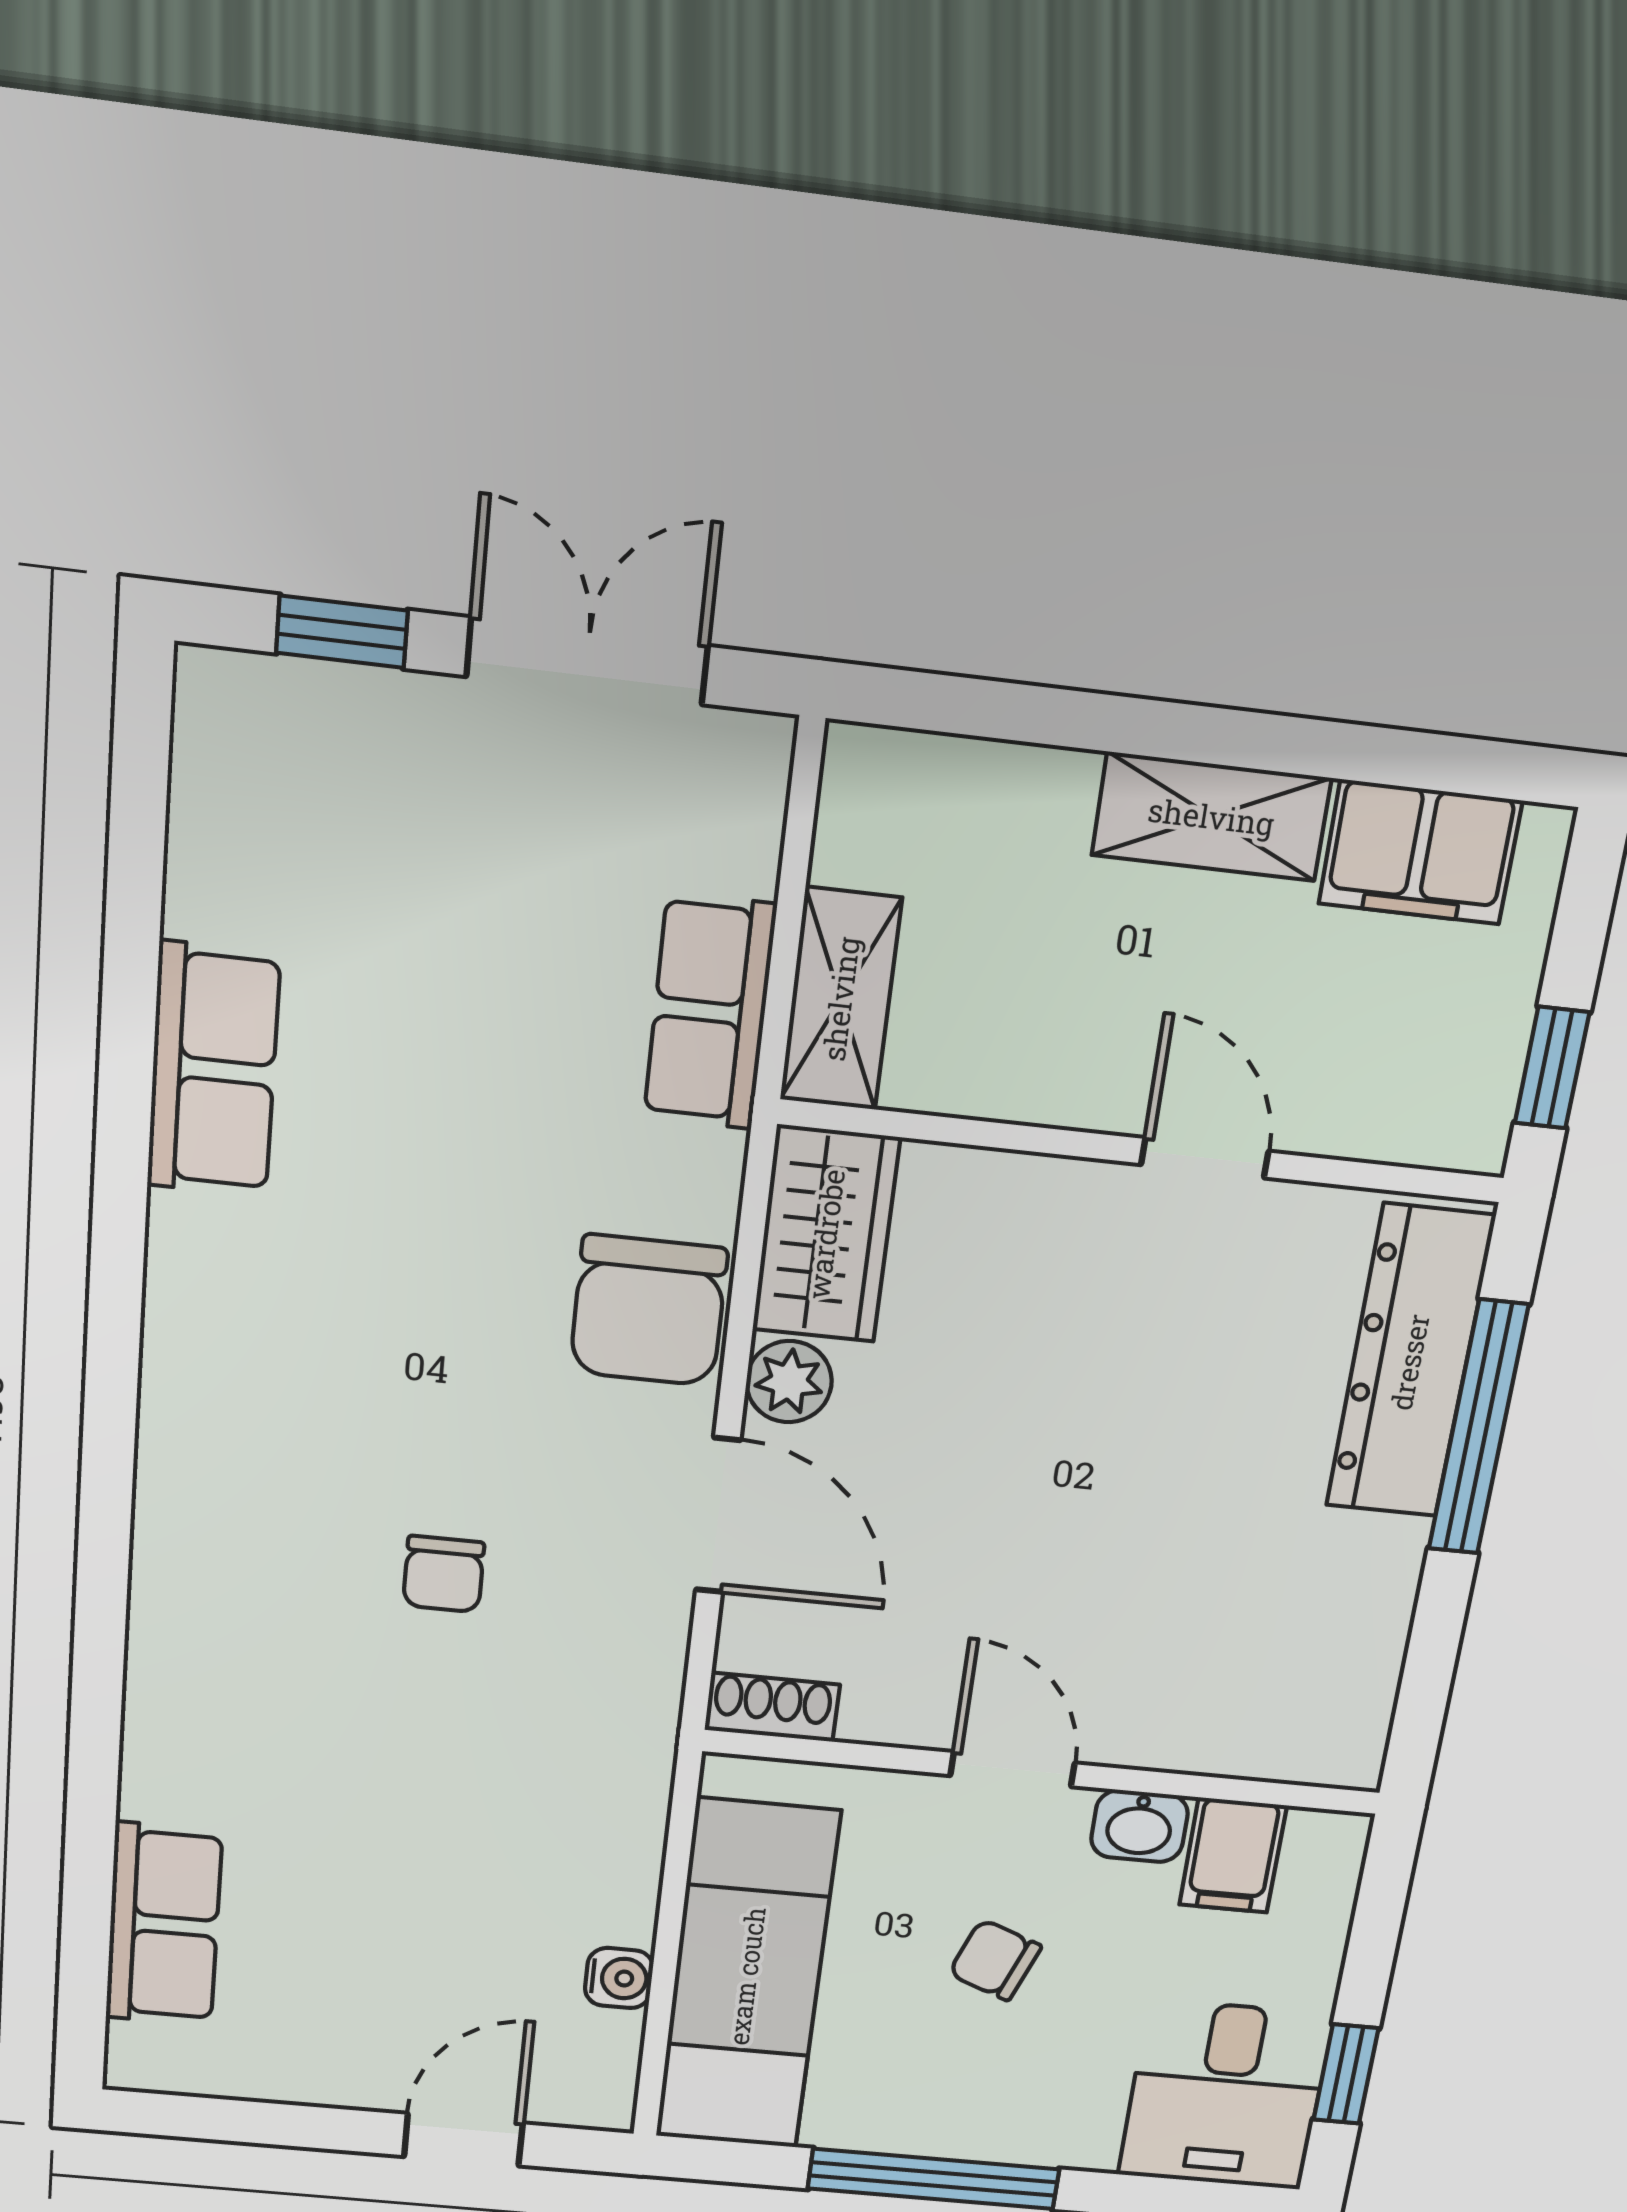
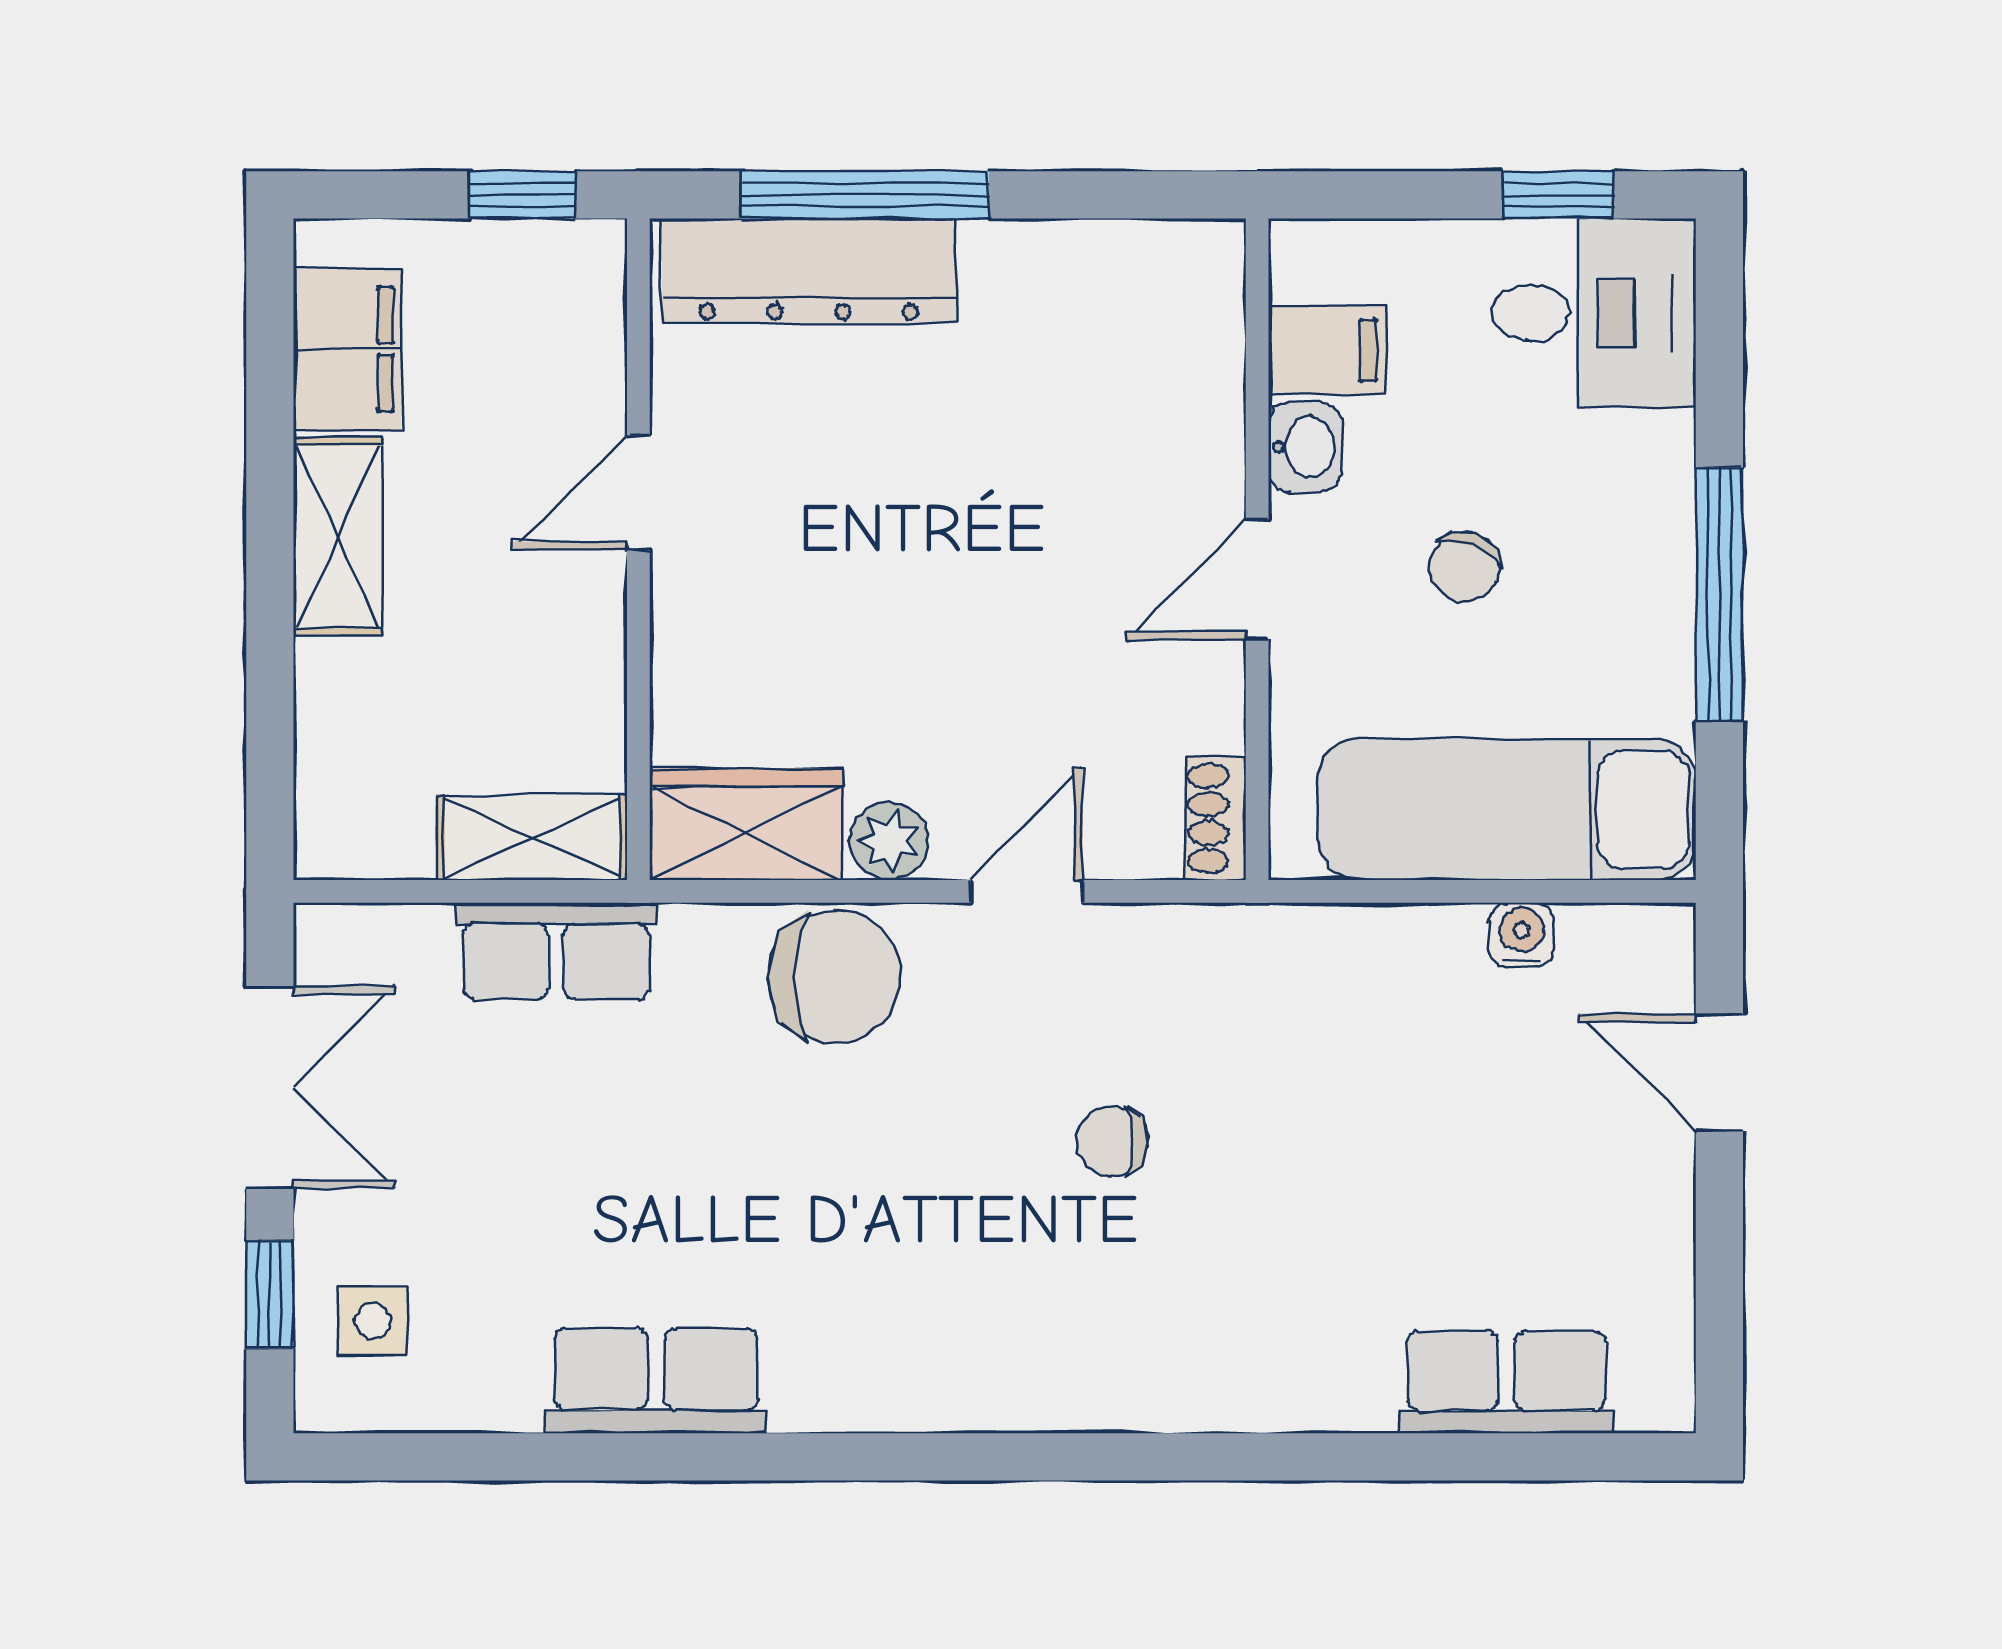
double door: (587, 661) -> (270, 1087), swing flipped
side table: (302, 752) -> (373, 1321), added
door: (718, 1515) -> (1027, 891), width x0.73
chair: (444, 1574) -> (1112, 1141), turned 180

